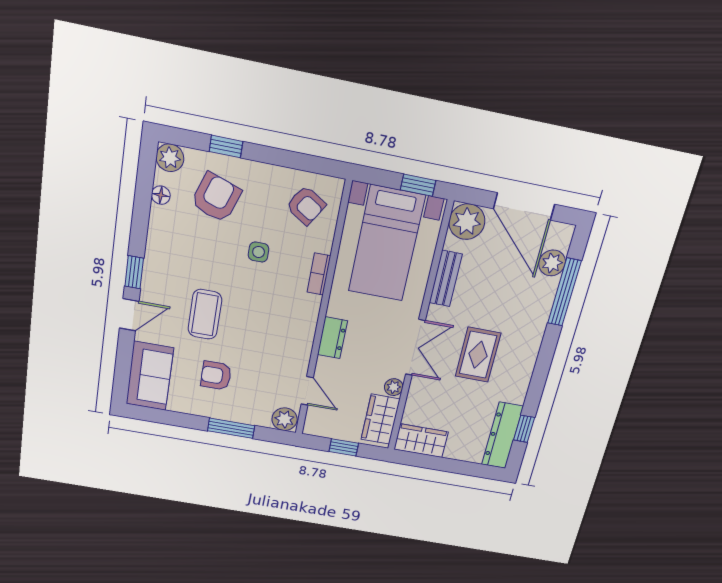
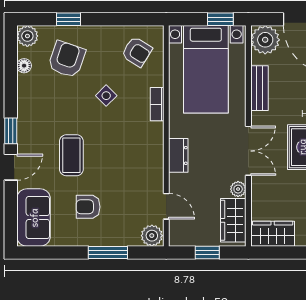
side table: (259, 252) -> (106, 96), turned 45

